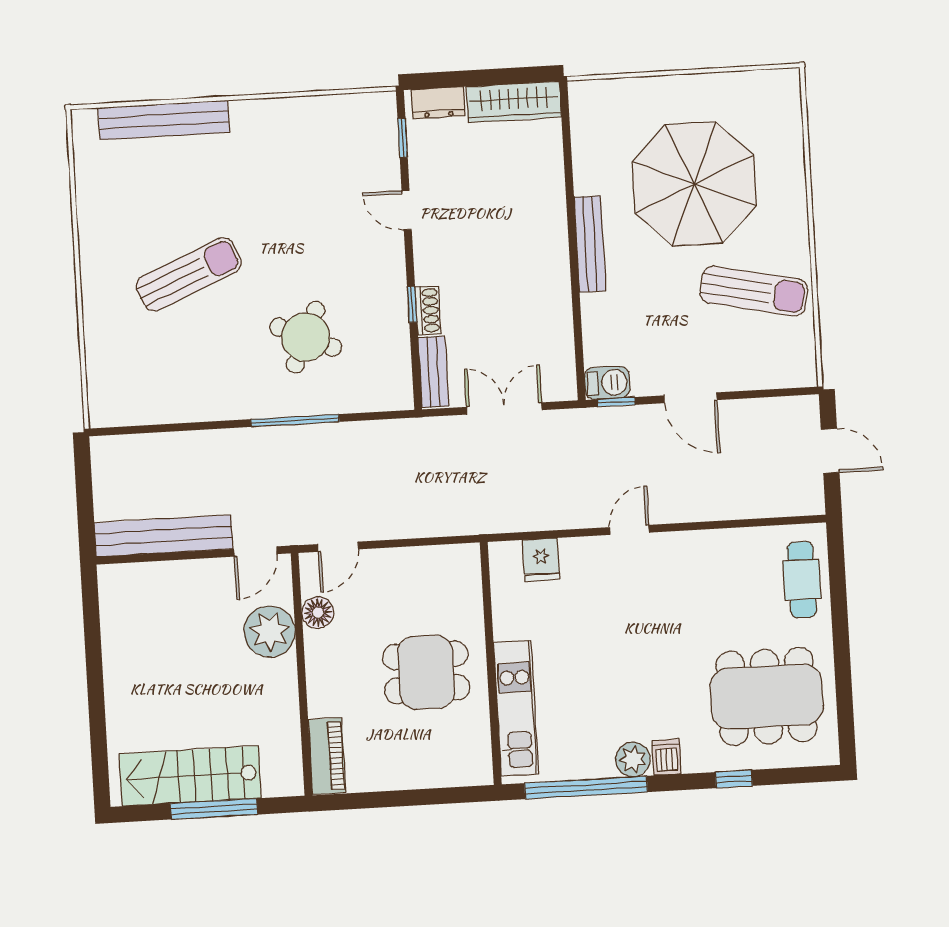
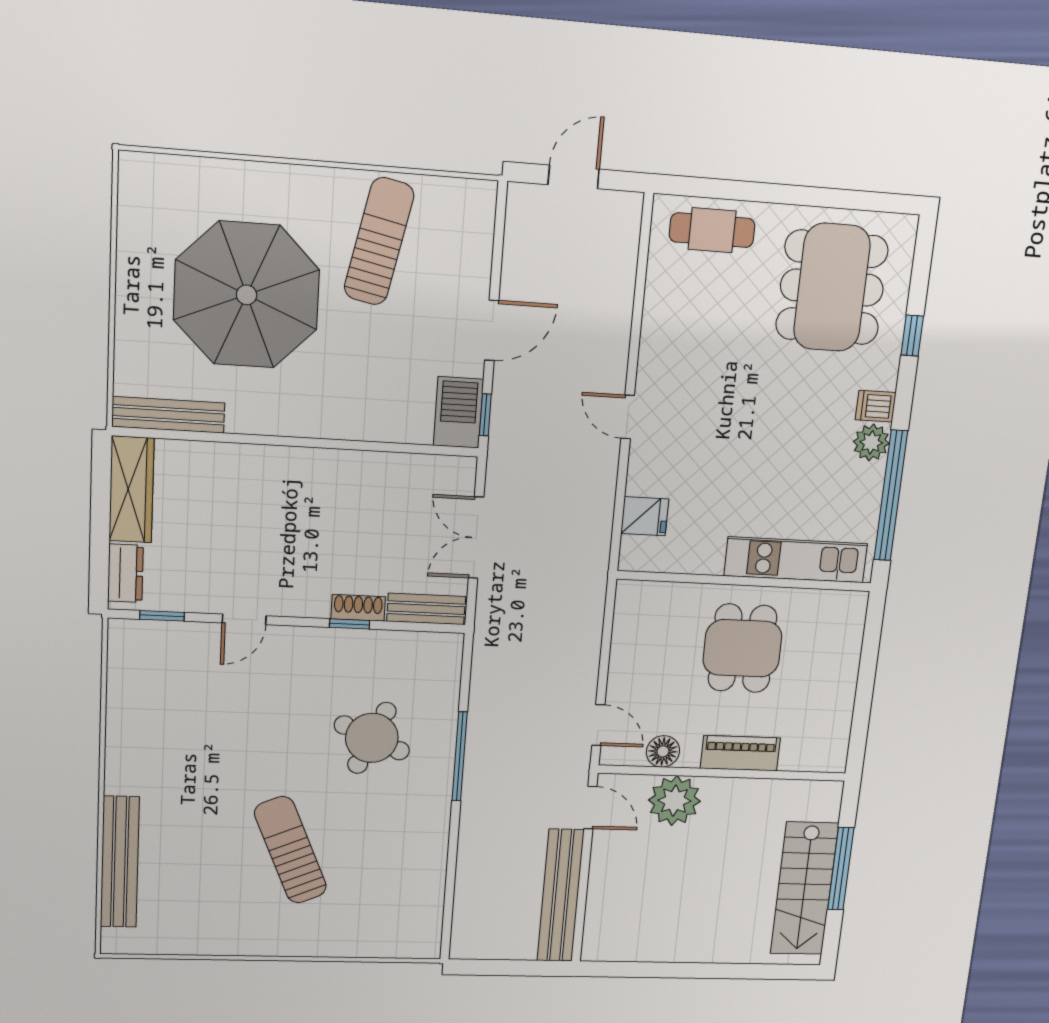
bench: (590, 244) -> (168, 415), moved
barbecue: (607, 383) -> (458, 412), width x1.38, depth x1.27
piano: (327, 756) -> (740, 753), moved

